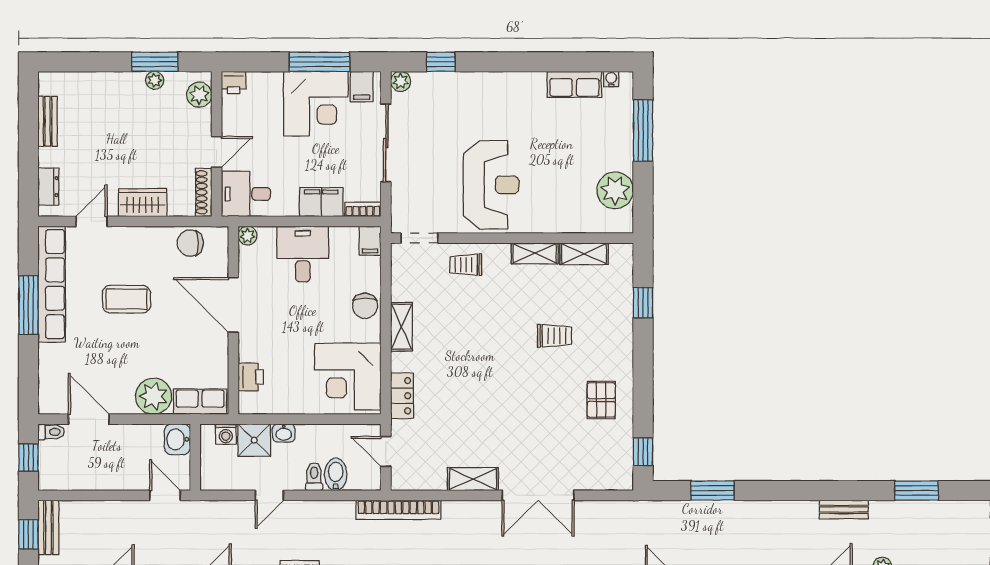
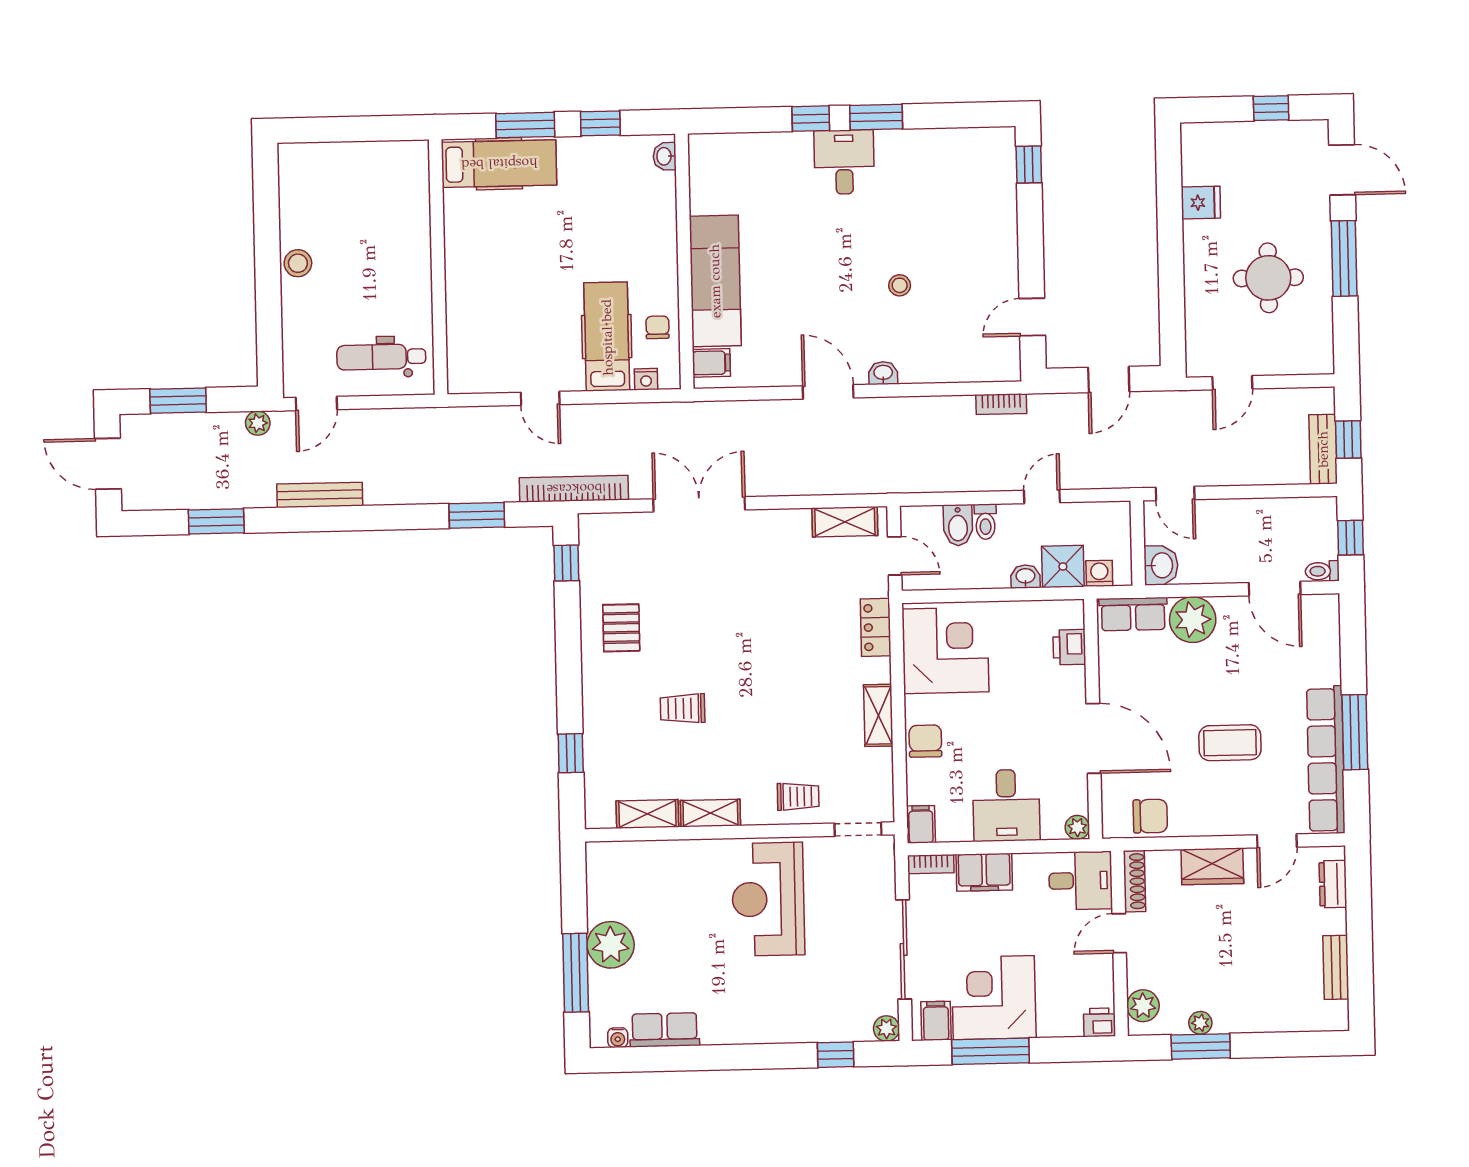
plant: (615, 190) -> (611, 945), moved
shelving: (473, 479) -> (845, 522), moved
bench: (844, 509) -> (320, 495), width x1.36
bookcase: (398, 510) -> (574, 489), moved

